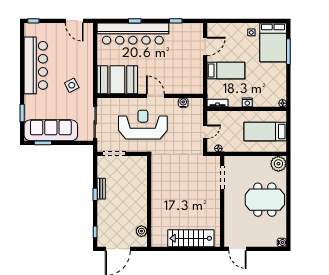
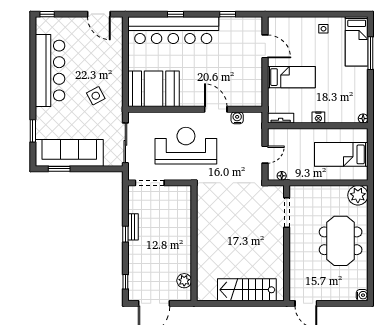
bed: (273, 42) -> (357, 41), width x0.67
door: (205, 46) -> (265, 46), hinge flipped
door: (155, 96) -> (216, 109), moved
meeting table: (265, 200) -> (341, 241), turned 90

